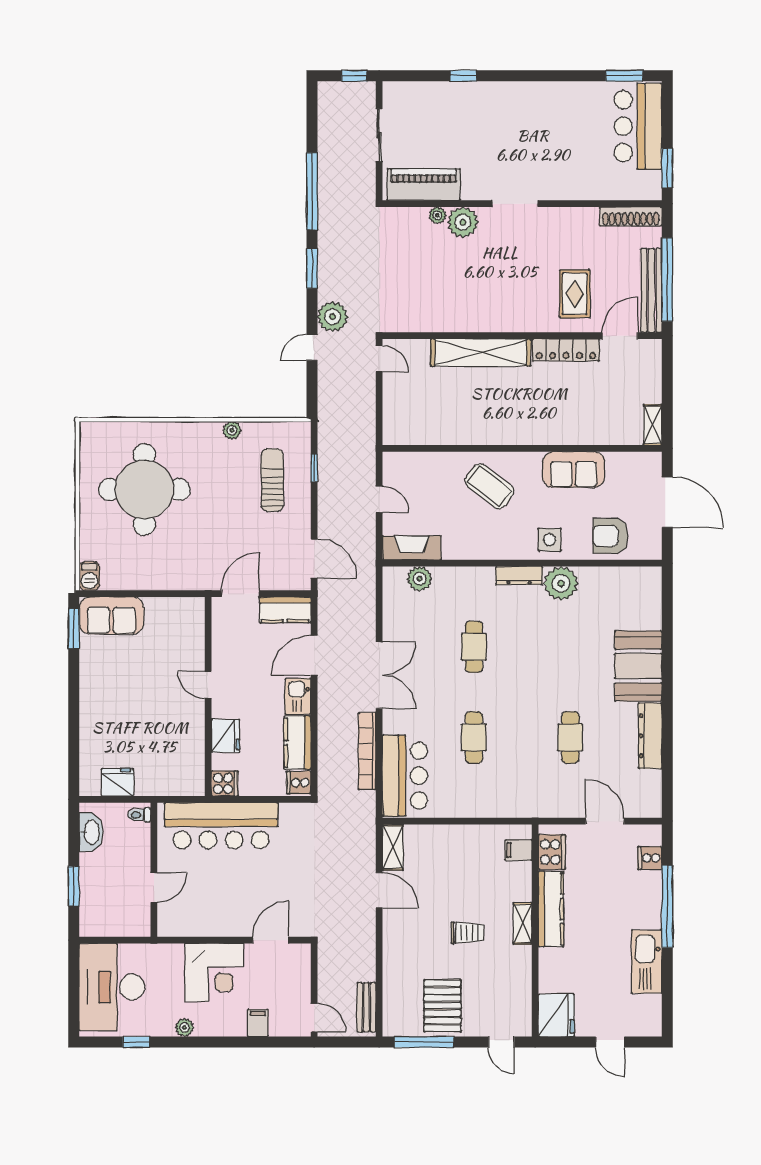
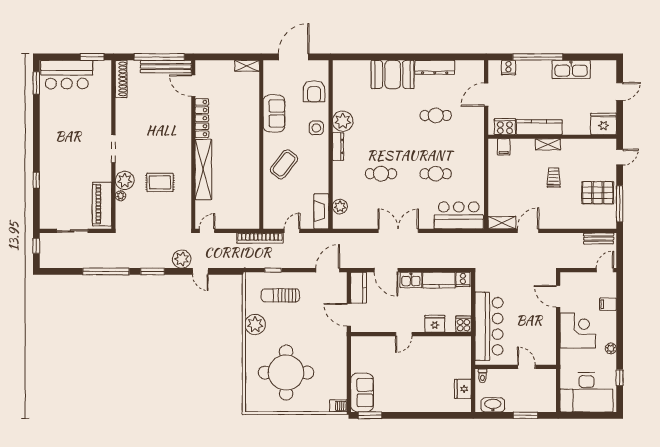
rug: (575, 294) -> (160, 182), moved
plant: (232, 430) -> (255, 324), width x1.88, depth x1.88
bookcase: (367, 751) -> (260, 238), moved

